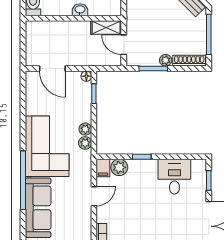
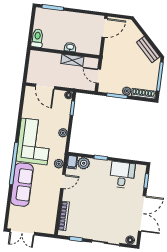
shelving: (106, 27) -> (72, 60), moved
plant: (85, 143) -> (59, 164), moved

